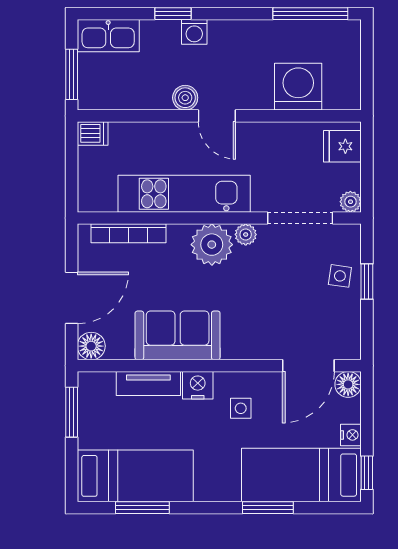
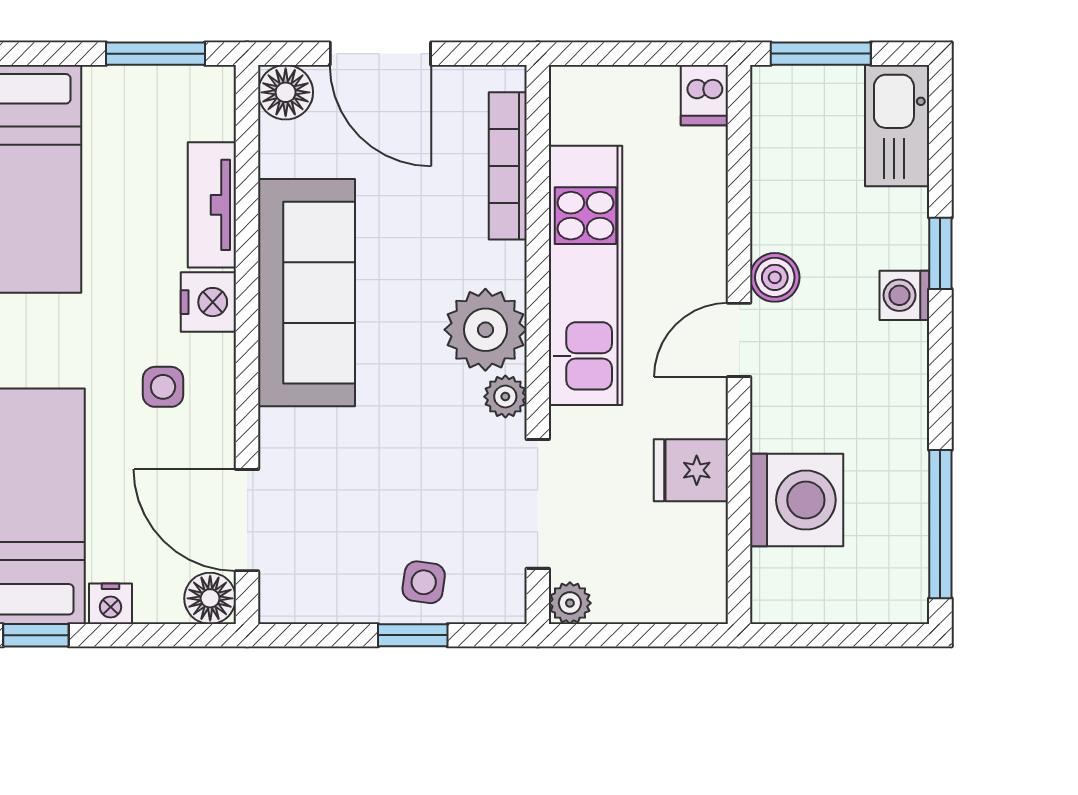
fridge: (342, 146) -> (691, 470), moved, turned -90
sofa: (178, 335) -> (306, 293), width x1.36

